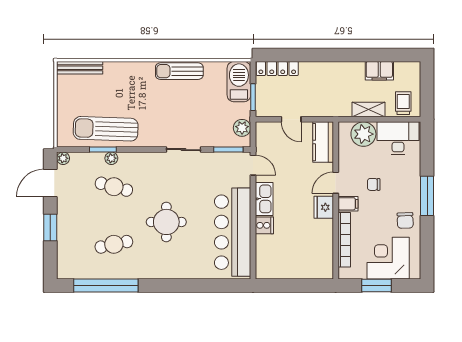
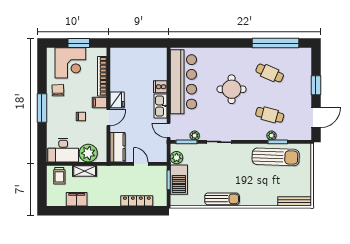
locker: (277, 69) -> (137, 201), moved
barbecue: (239, 82) -> (179, 180), moved
plant: (63, 158) -> (195, 136), moved
cafe table: (114, 244) -> (270, 73), turned 36

